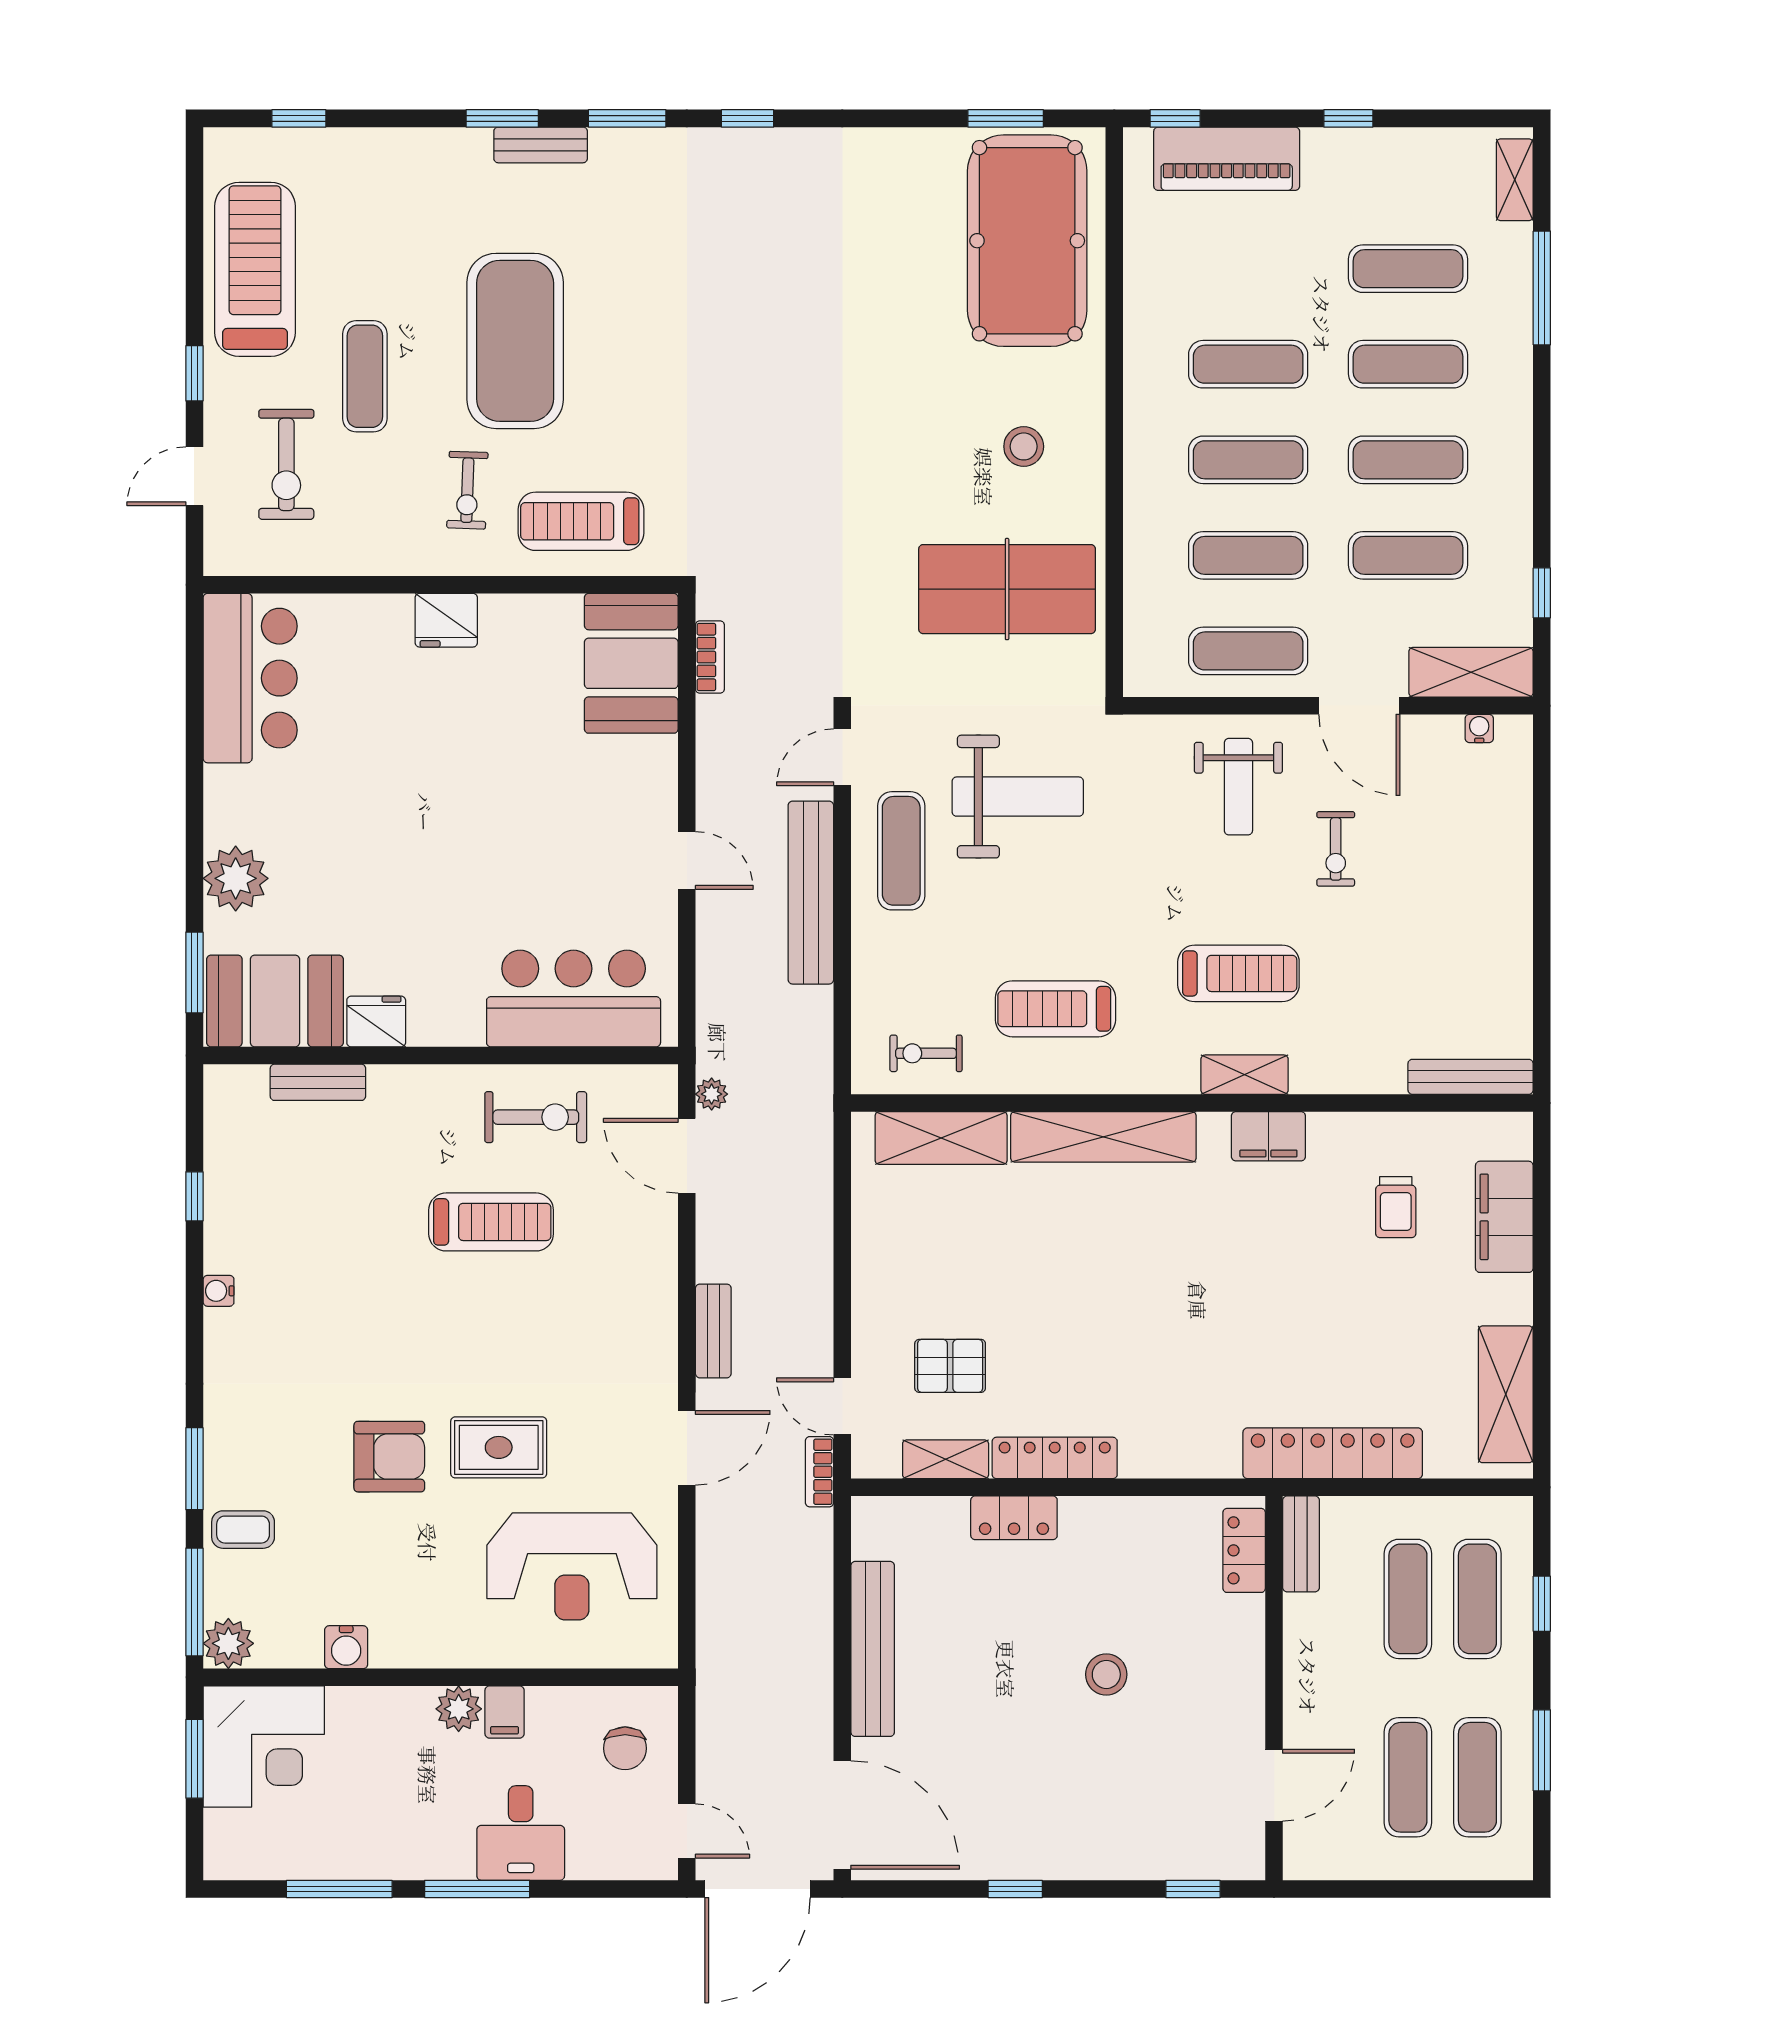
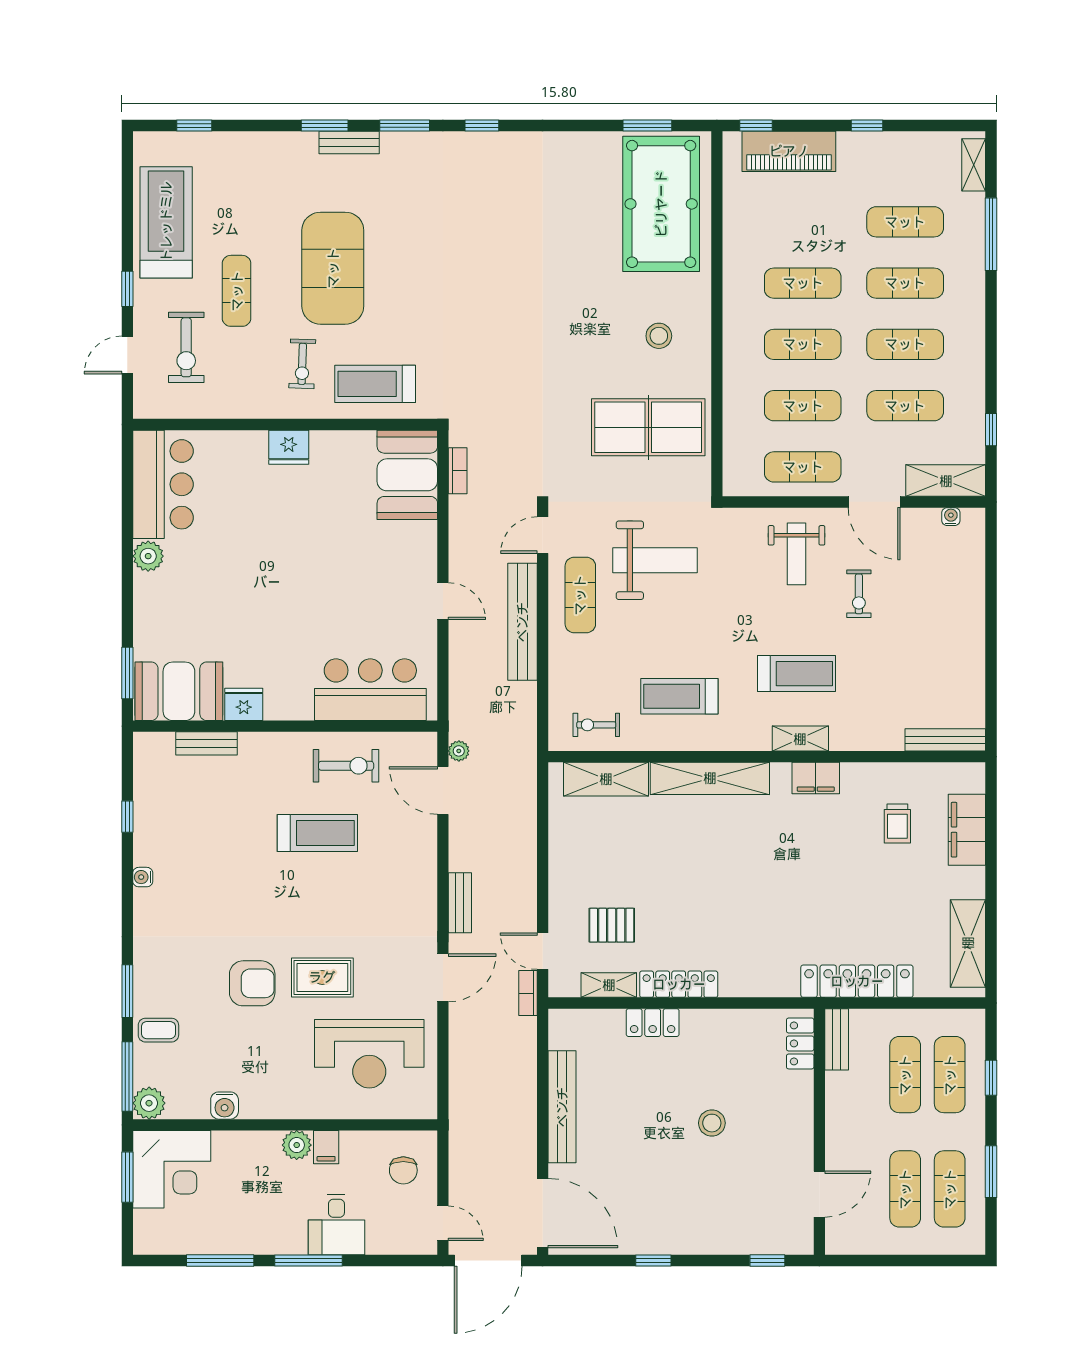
plant: (236, 878) -> (148, 556), moved, width x0.73, depth x0.73

